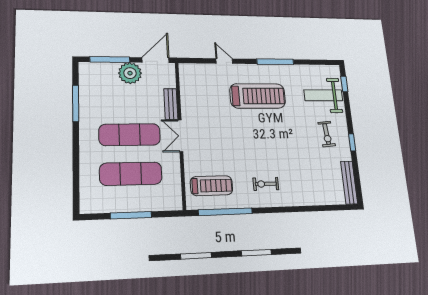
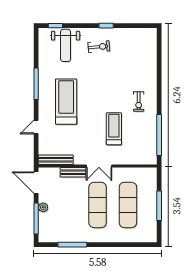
plant: (130, 73) -> (43, 207), width x0.53, depth x0.53
bench: (349, 183) -> (56, 160), moved
treadmill: (212, 186) -> (114, 129), moved

